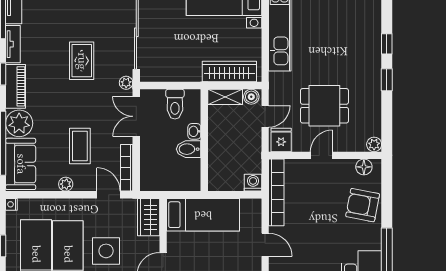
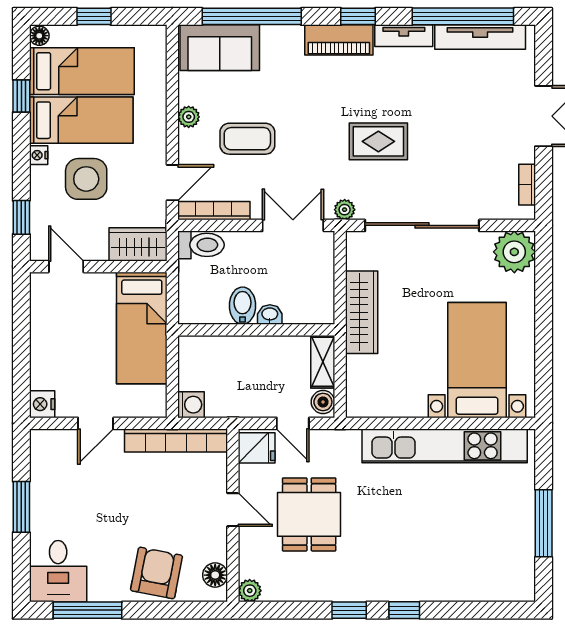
wardrobe: (229, 72) -> (362, 312), moved
toilet: (175, 104) -> (201, 245), moved, turned 180
plant: (19, 123) -> (282, 45), removed
nightstand: (11, 204) -> (158, 33), removed

